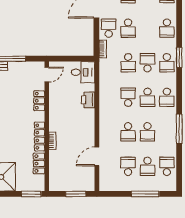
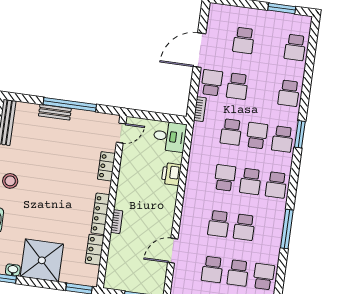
school desk: (128, 166) -> (212, 269), turned 180

